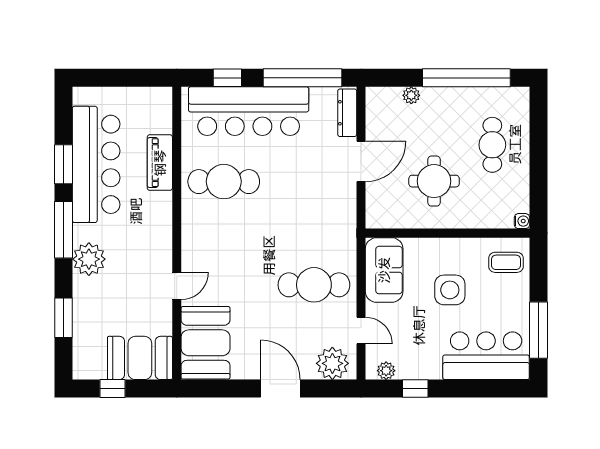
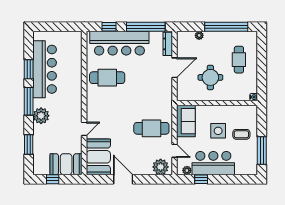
piano: (160, 163) -> (76, 68), removed
coffee table: (506, 262) -> (241, 134), moved
bar counter: (486, 356) -> (213, 163), moved
door: (280, 389) -> (123, 179), moved

